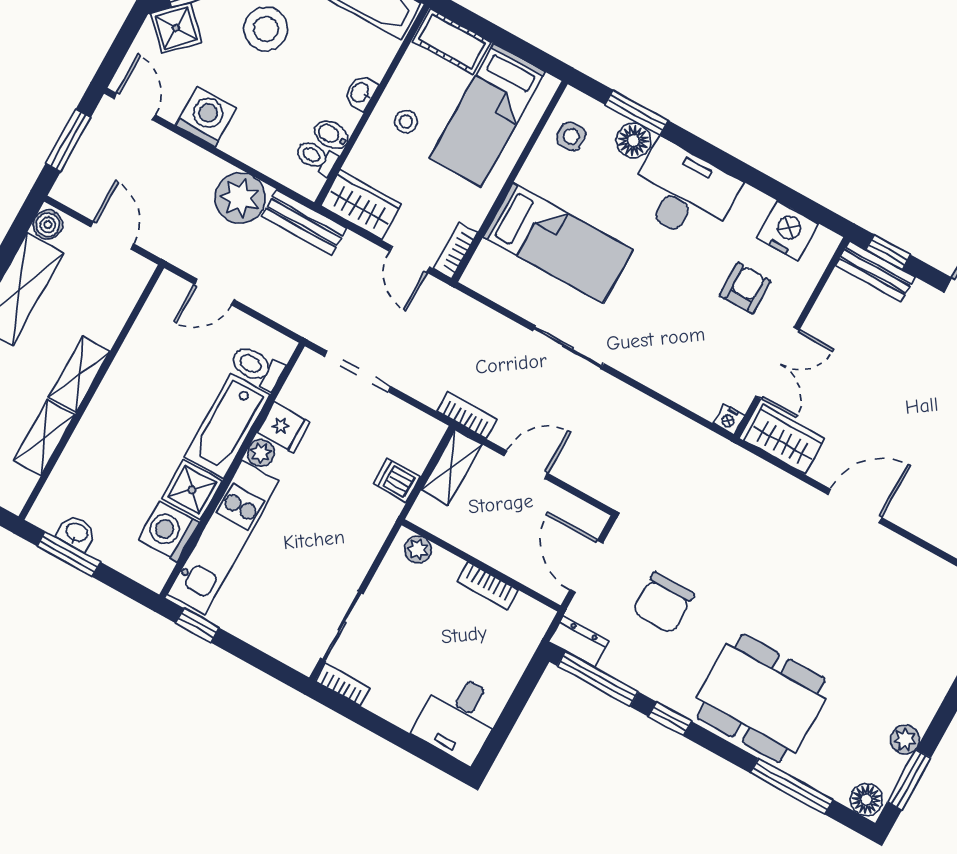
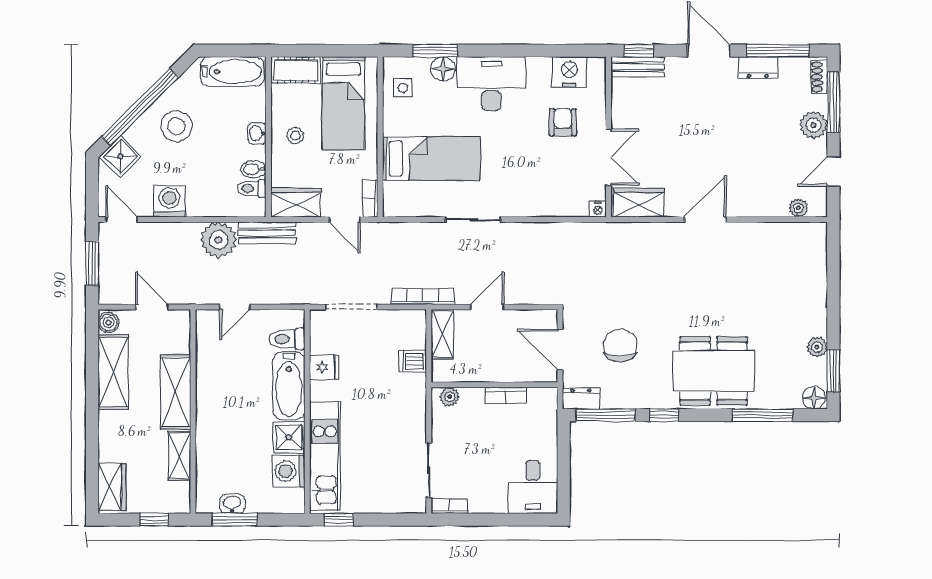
shelving: (79, 374) -> (176, 392), width x1.50, depth x1.33
bookcase: (467, 415) -> (423, 297), width x1.56
plant: (261, 453) -> (319, 391), removed
chair: (663, 603) -> (620, 346), turned 180

